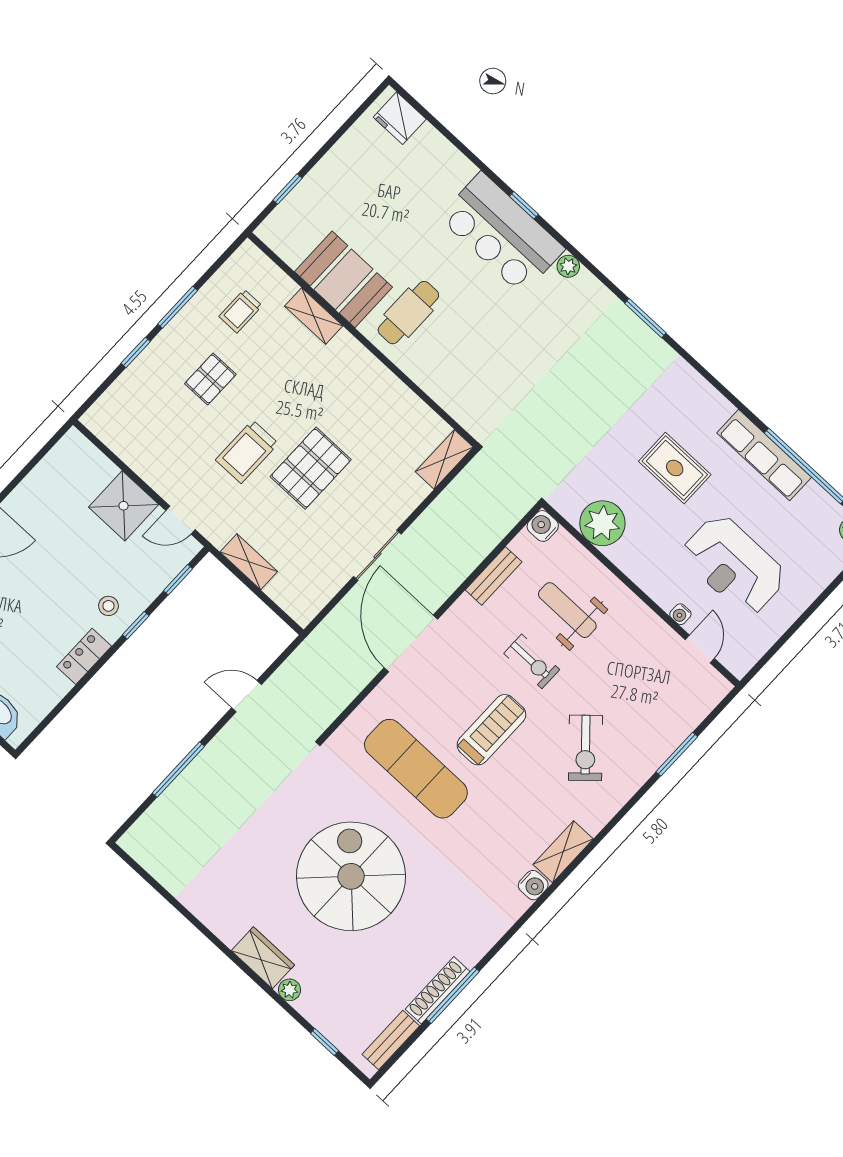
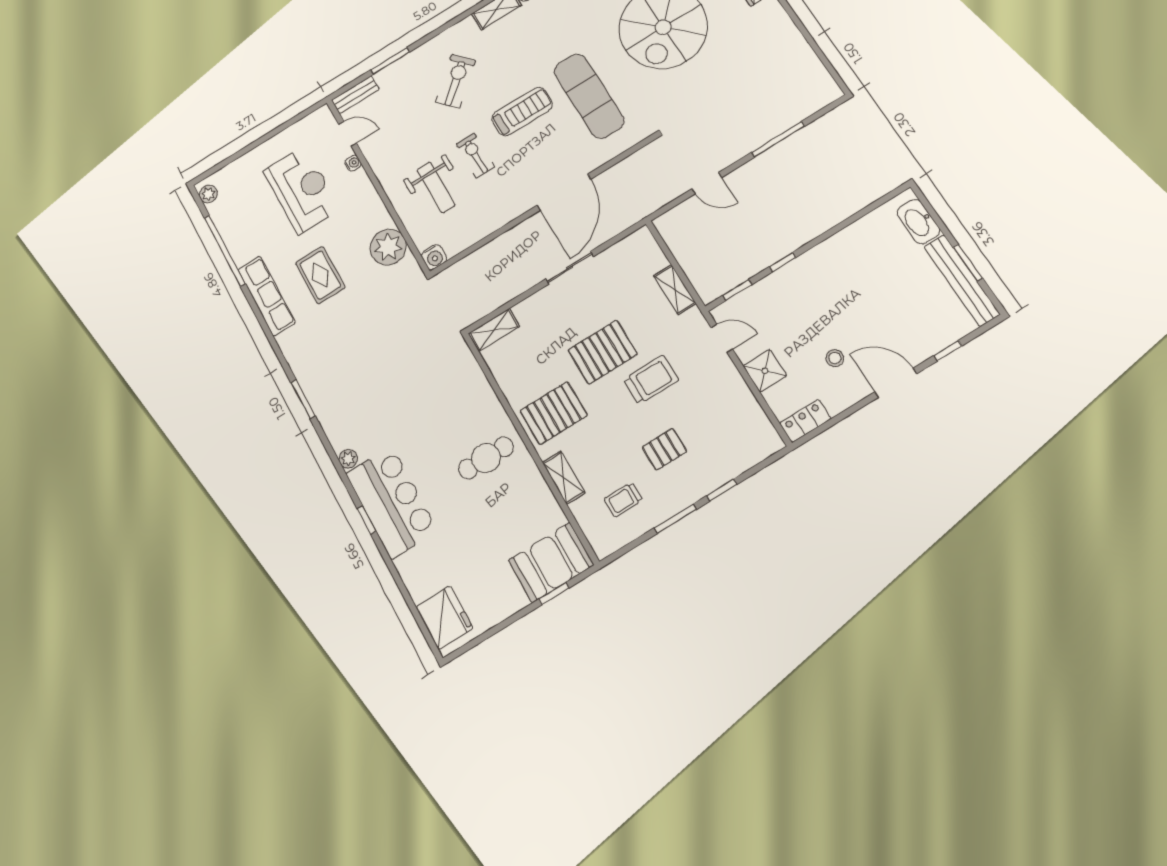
fridge: (400, 118) -> (444, 618), width x1.36, depth x1.34
booth: (343, 279) -> (551, 562), moved, turned 90
trolley: (240, 311) -> (623, 500), turned 180
pallet: (346, 384) -> (554, 413), added
row of seats: (764, 455) -> (267, 296), moved
shower: (124, 506) -> (765, 371), width x0.73, depth x0.73
bench: (494, 576) -> (355, 95), moved
stool: (108, 606) -> (835, 358), moved
door: (700, 649) -> (348, 134), swing flipped
locker: (84, 656) -> (805, 421), moved, turned 180
treadmill: (491, 730) -> (522, 111), turned 180

